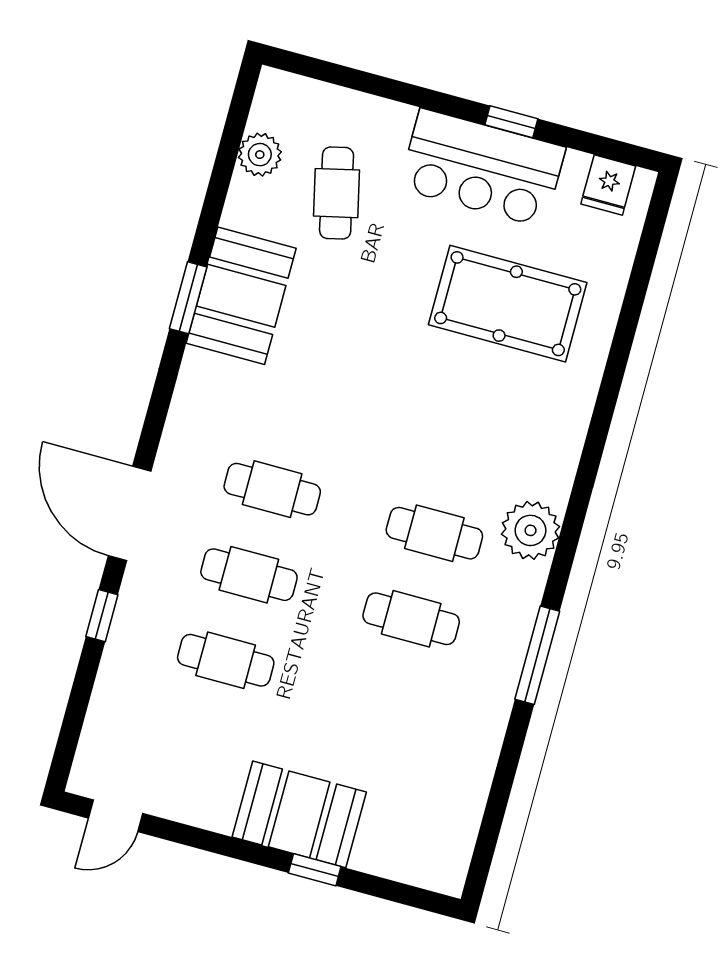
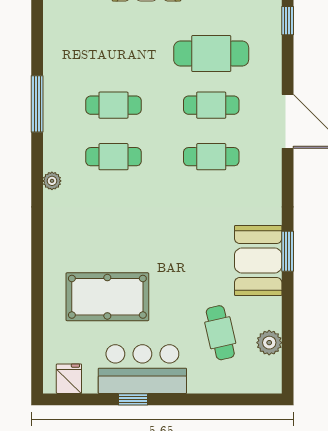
plant: (531, 530) -> (52, 181), width x0.53, depth x0.53
window: (102, 616) -> (288, 21), moved
cafe table: (226, 660) -> (211, 54), width x1.37, depth x1.35

